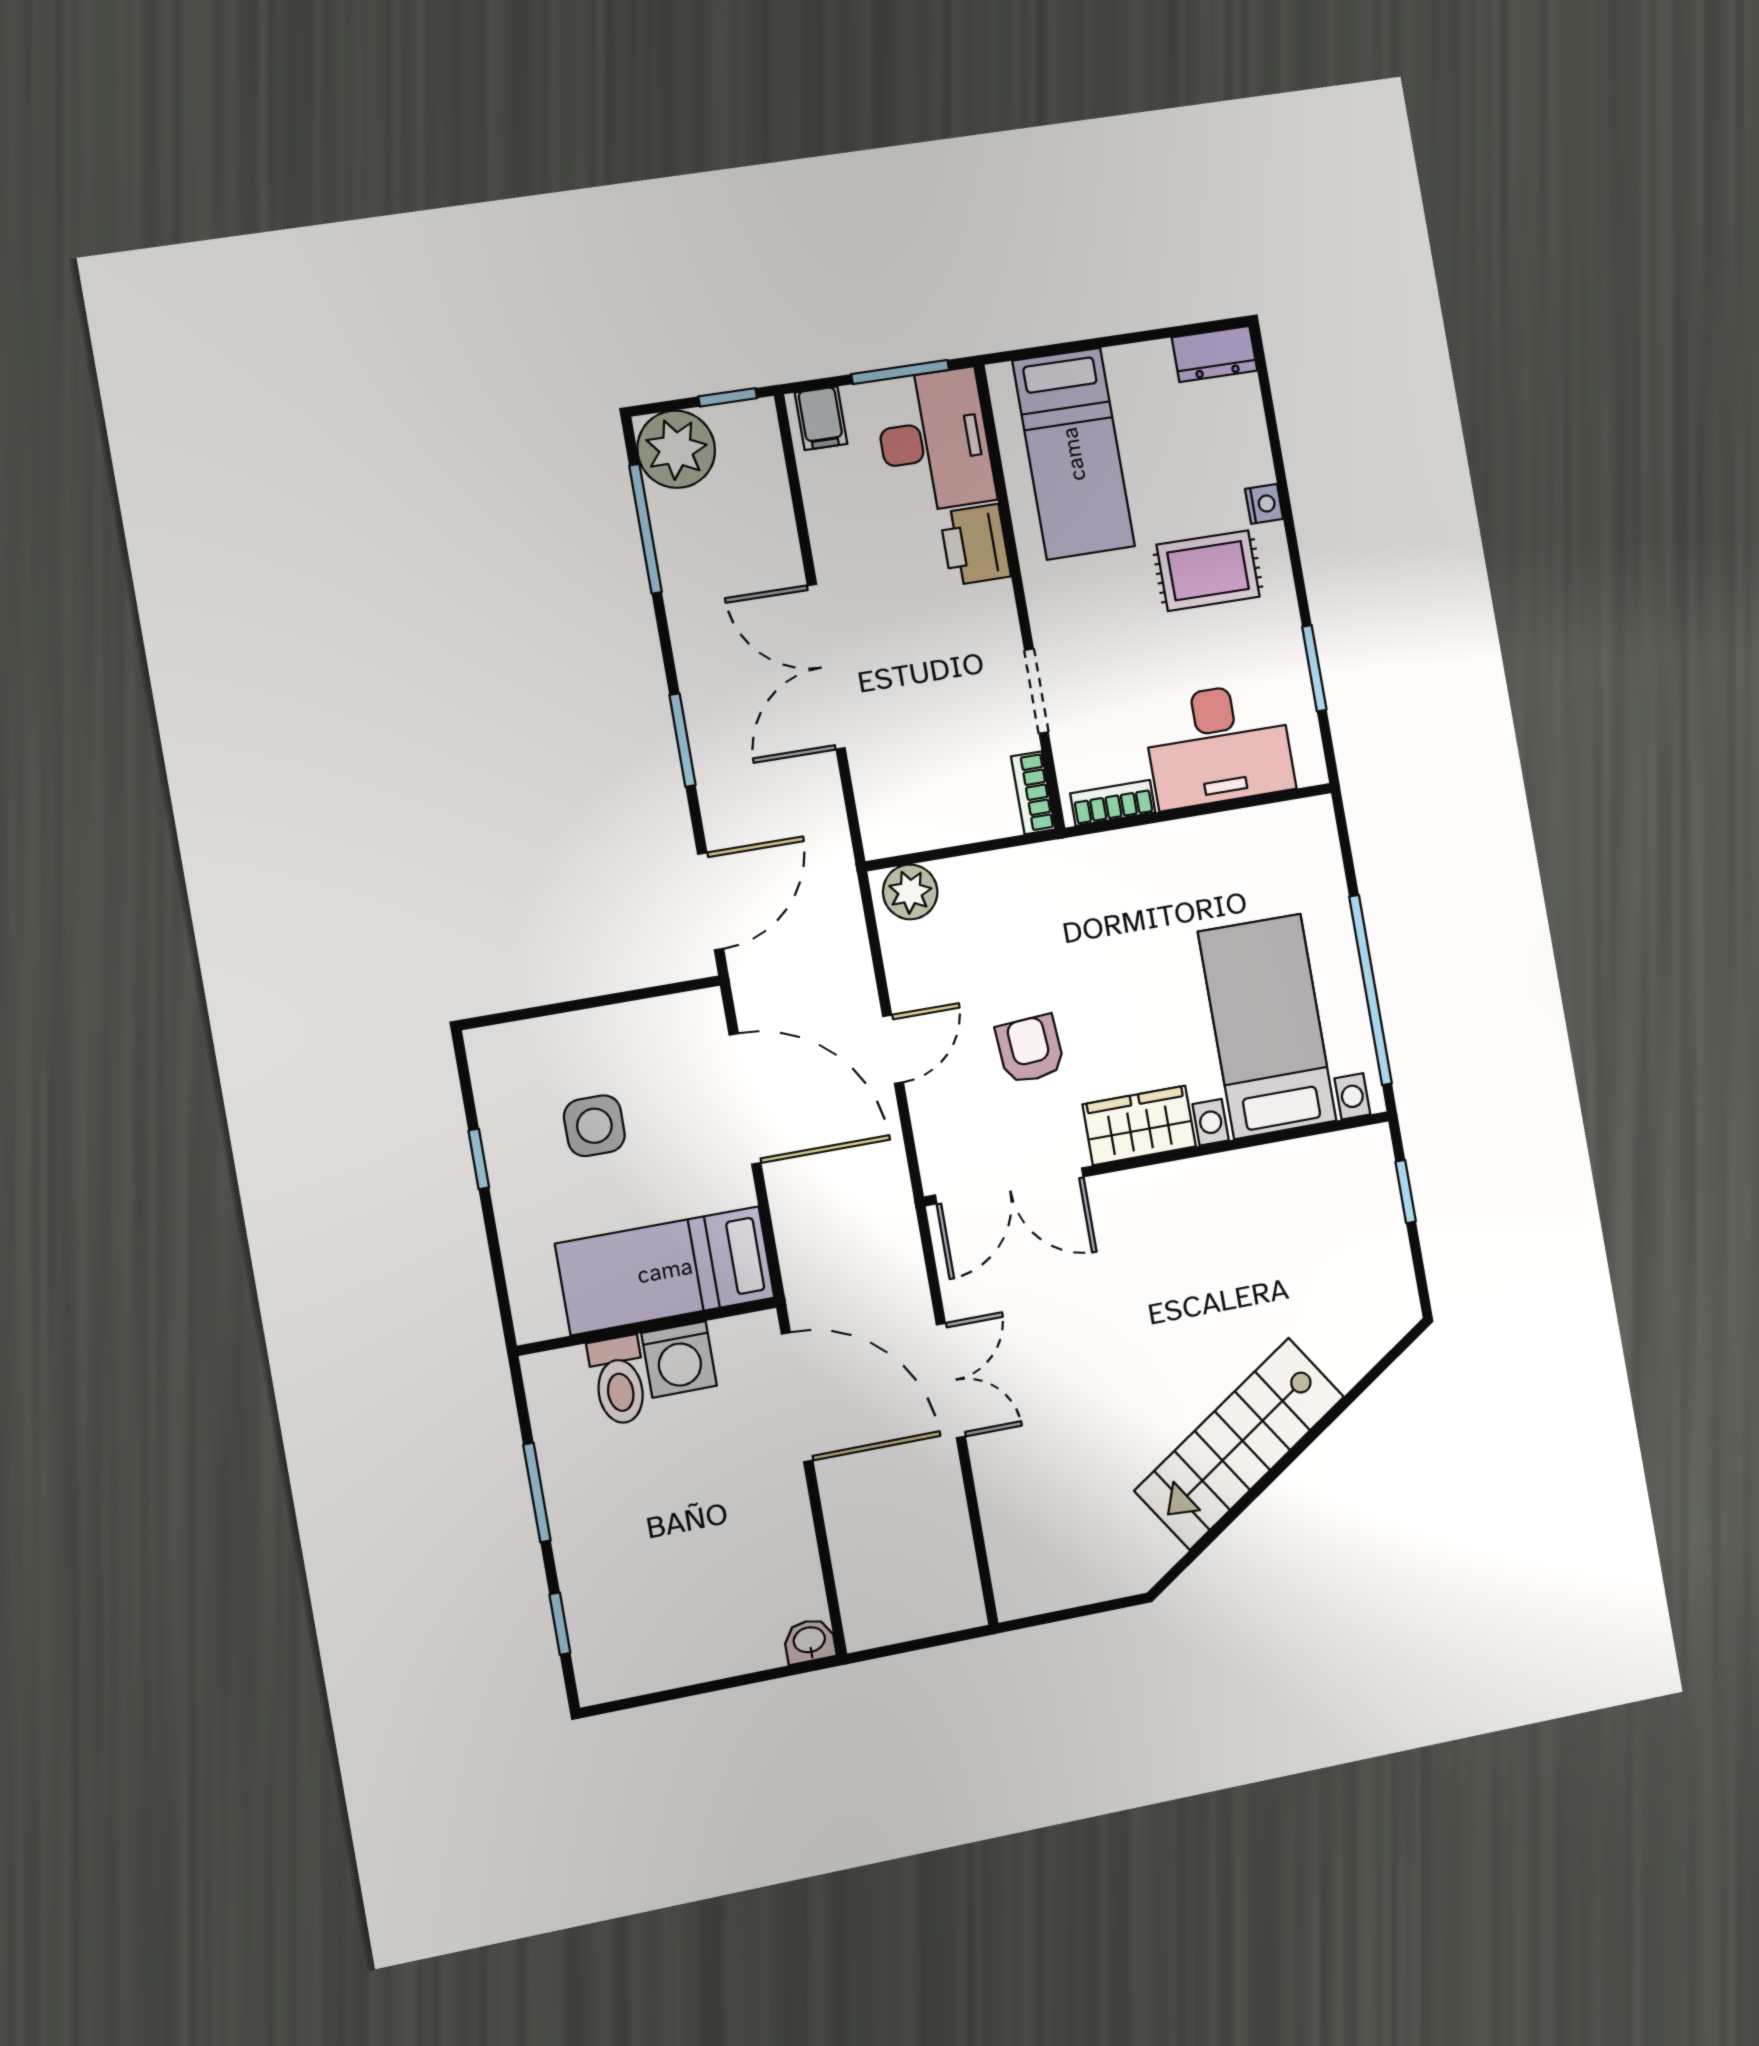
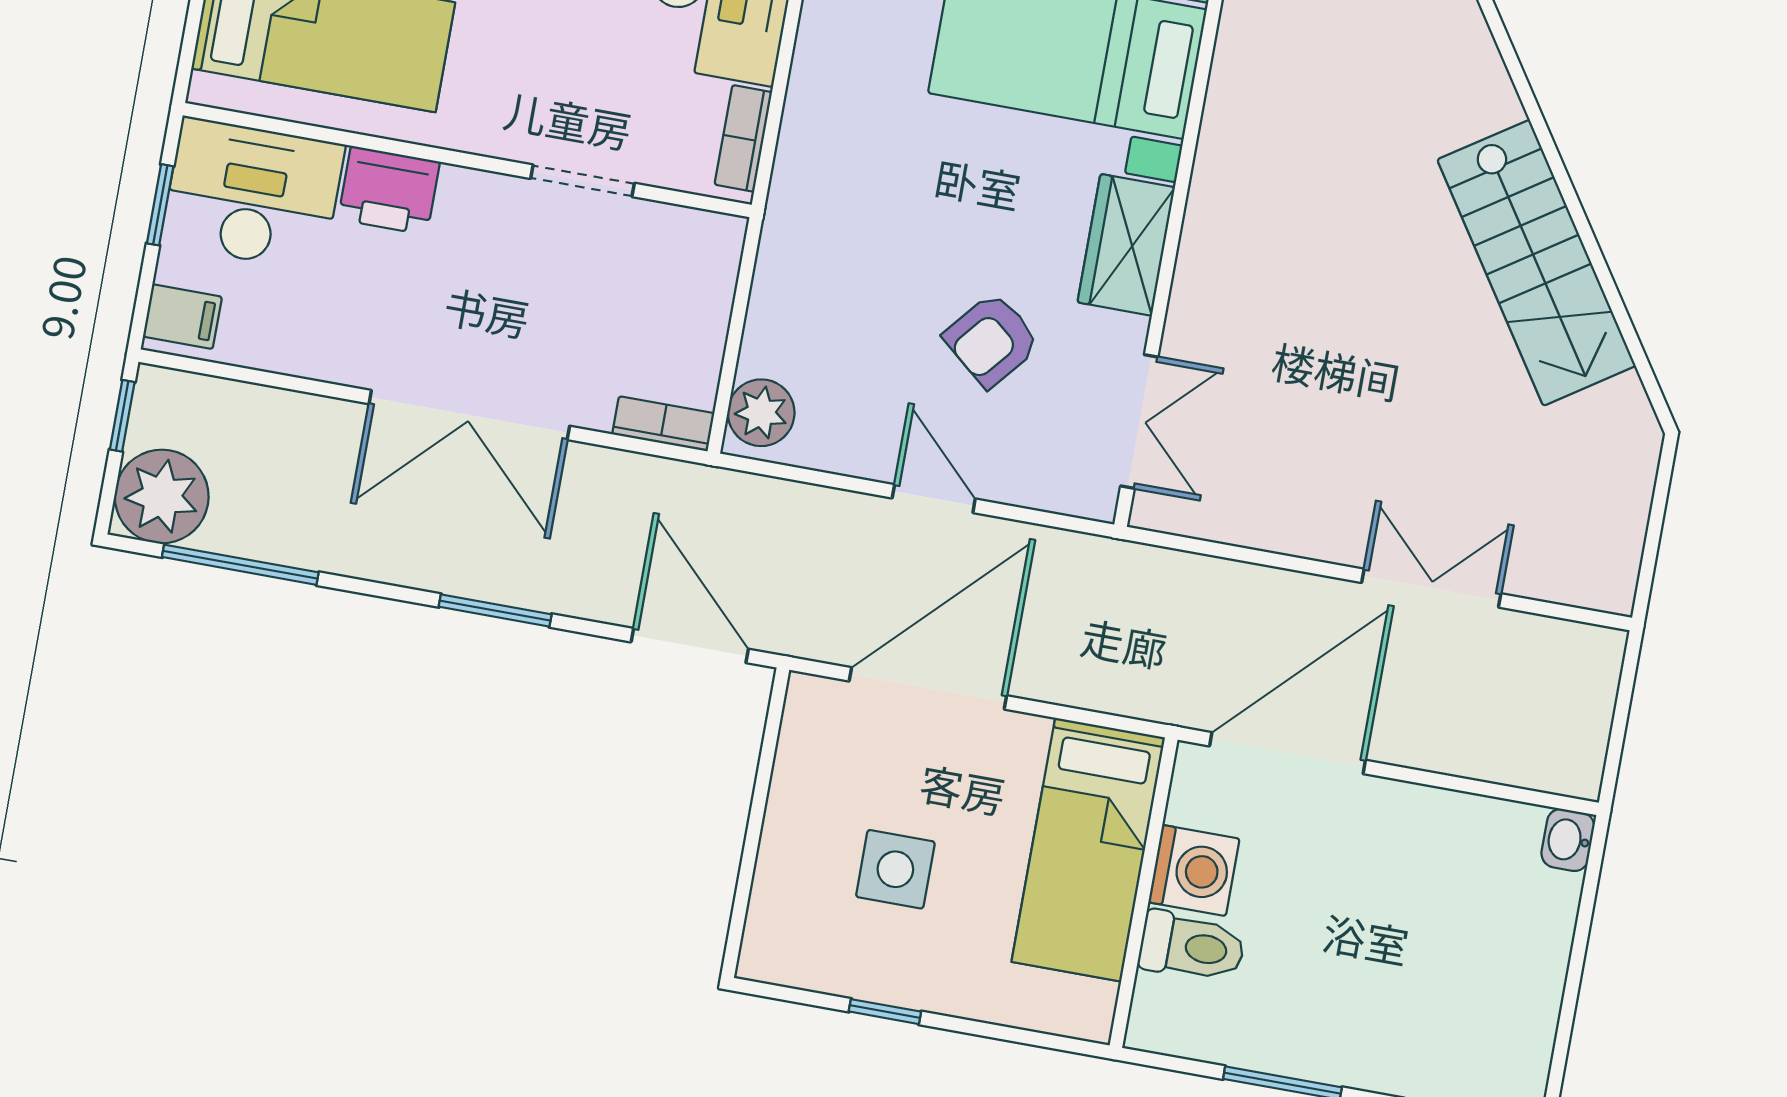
window: (900, 372) -> (160, 205), width x0.67
bookcase: (1033, 793) -> (663, 424), moved, turned 180
armchair: (1030, 1049) -> (992, 340), turned -46
double door: (1010, 1186) -> (1139, 421), width x0.73
double door: (951, 1381) -> (1431, 588), moved

